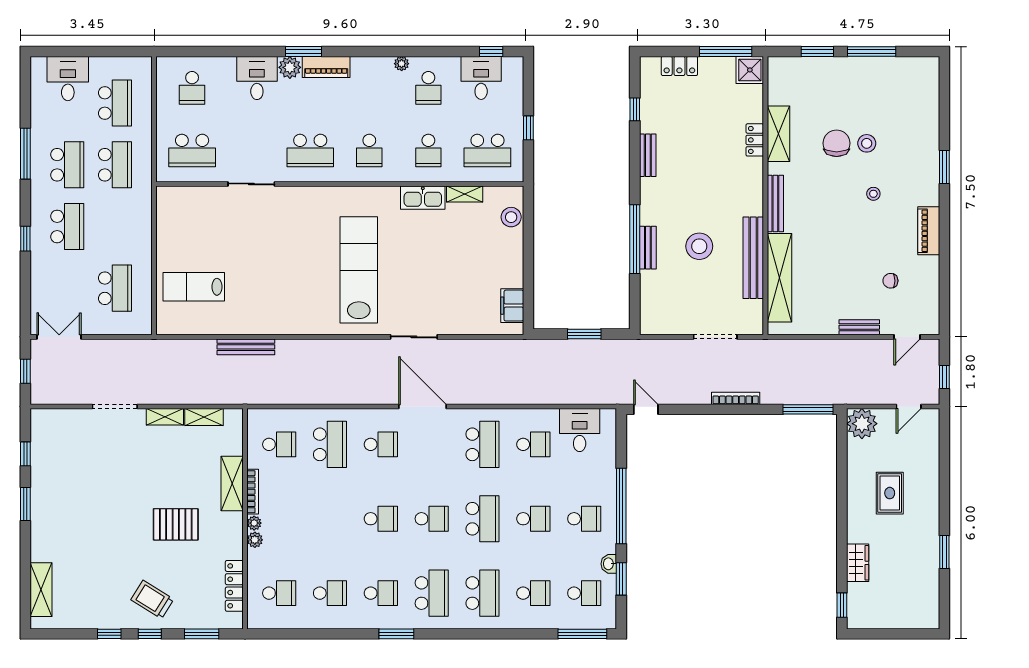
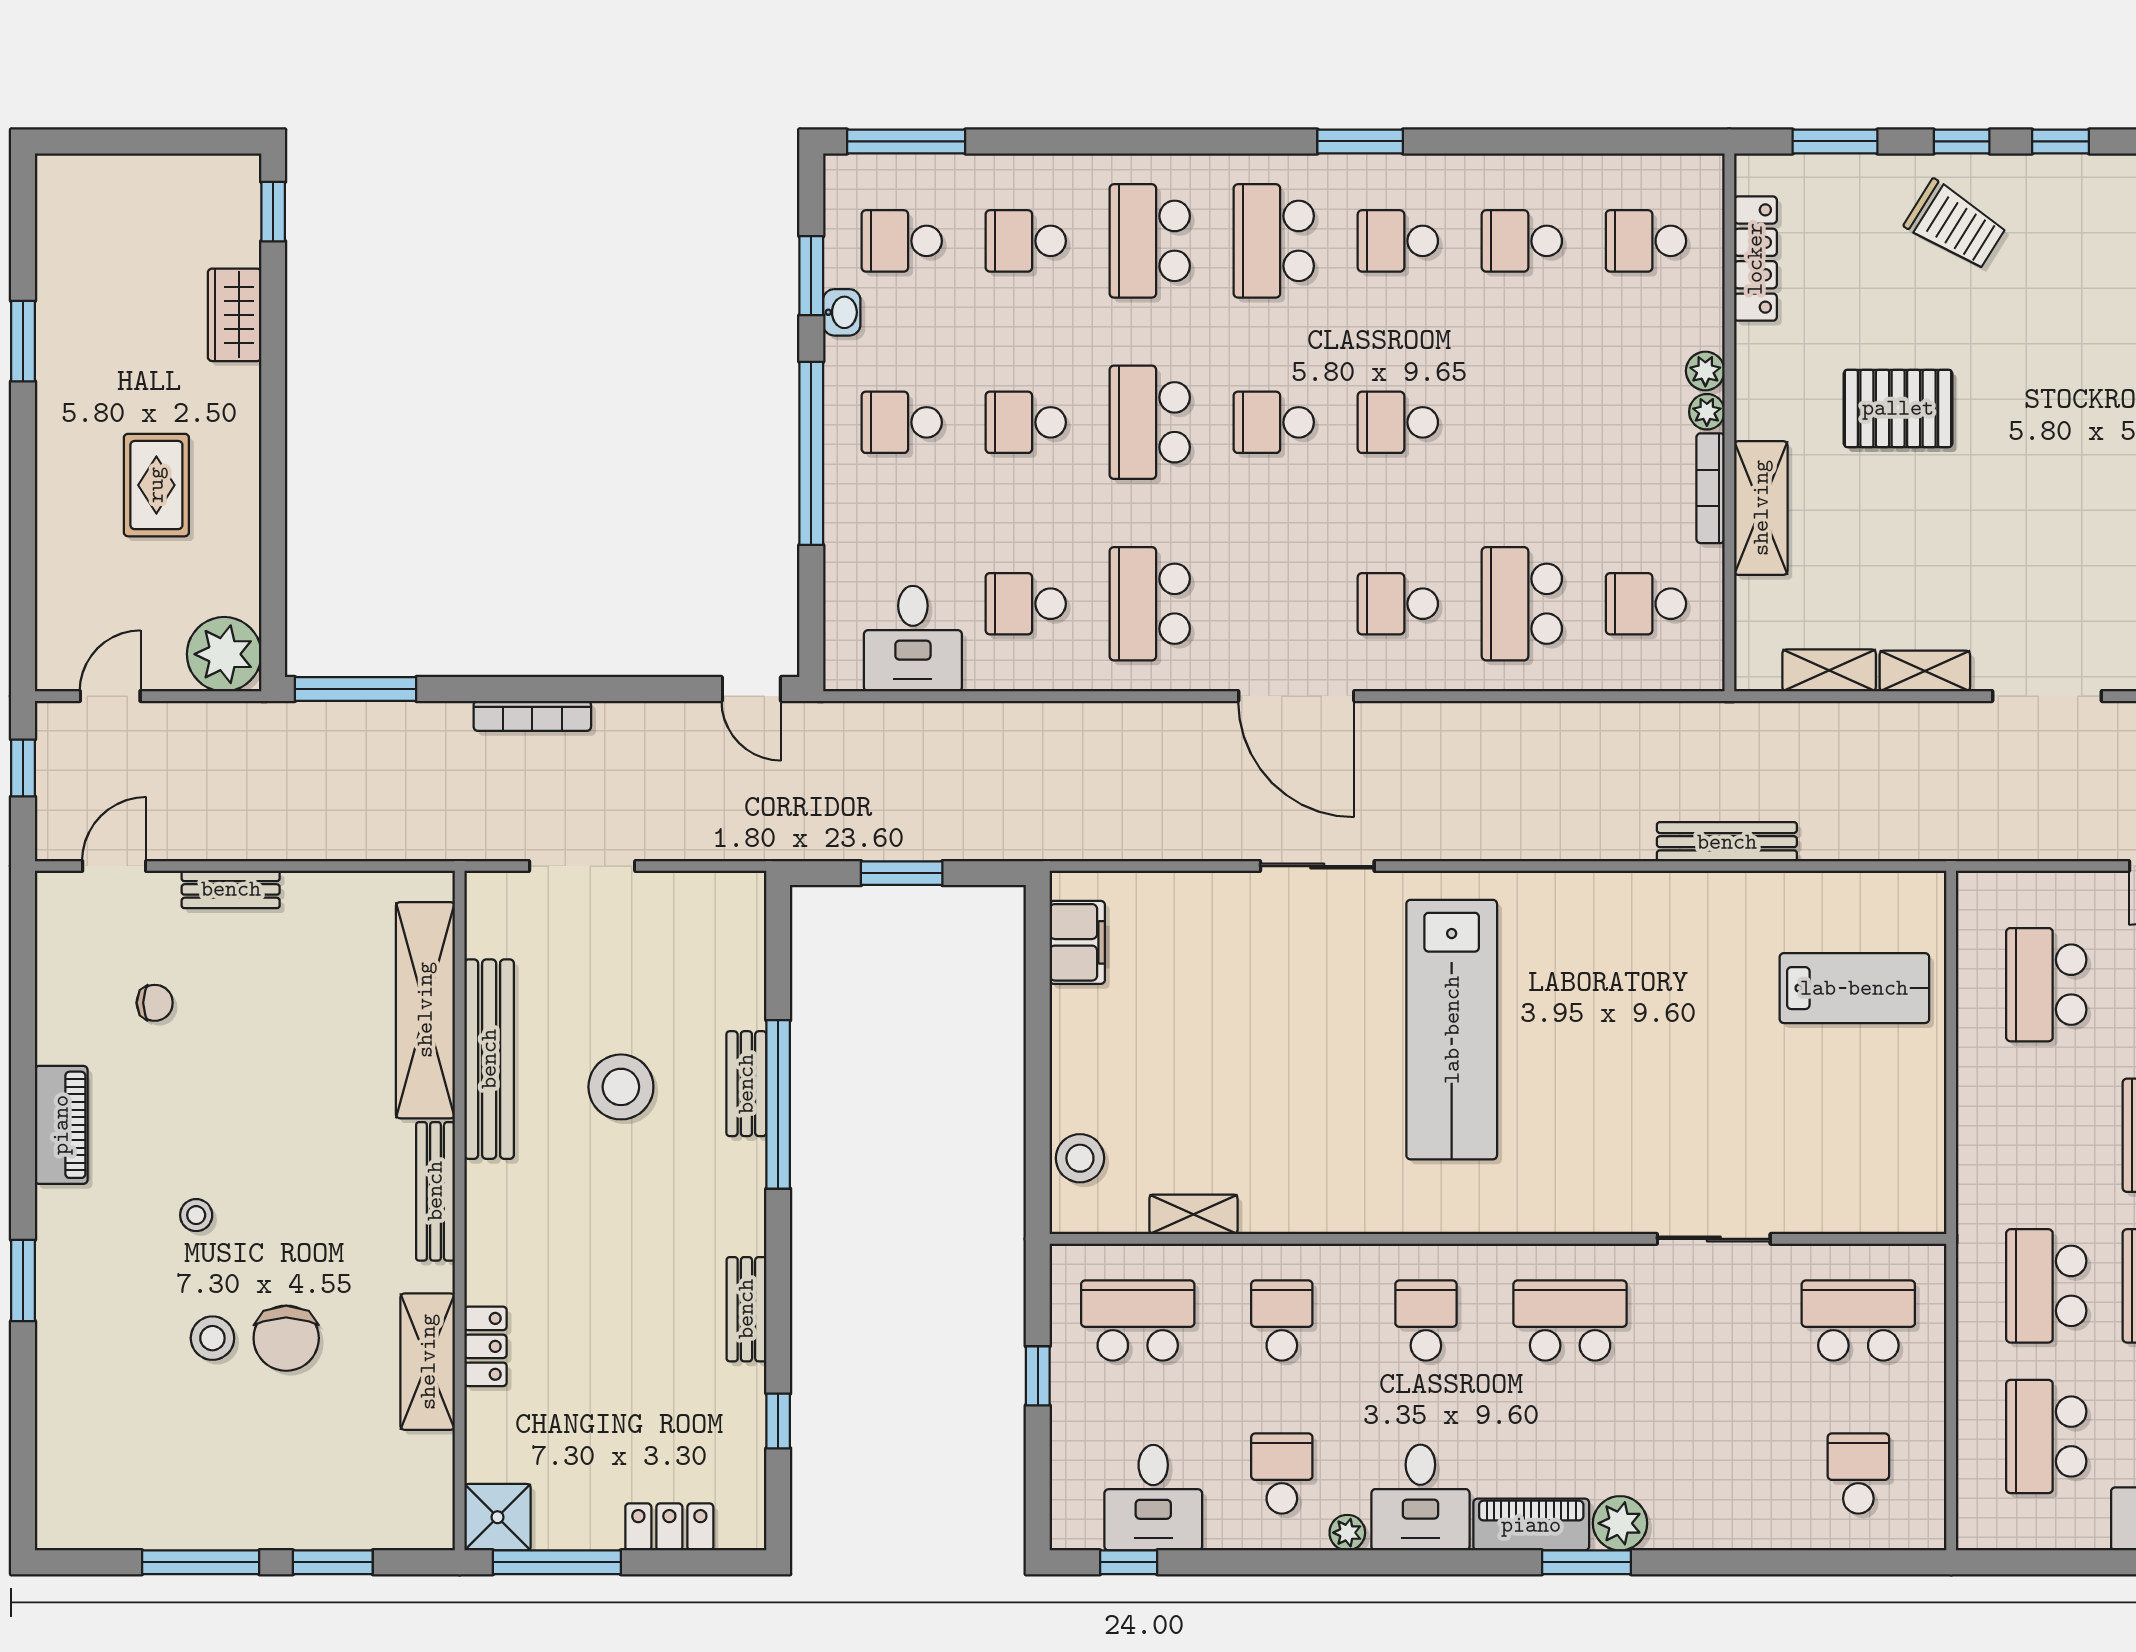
desk: (257, 78) -> (1420, 1497), moved
kitchen sink: (423, 198) -> (1295, 1206), removed

